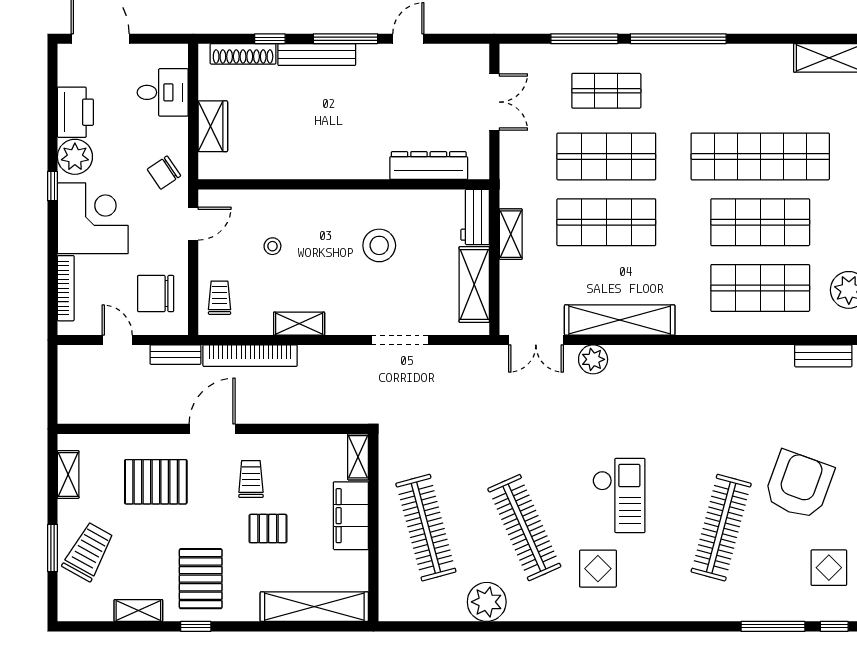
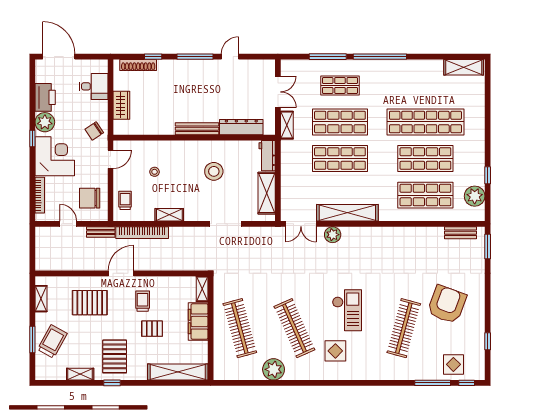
bench: (317, 55) -> (197, 129), moved
shelving: (511, 234) -> (287, 125), moved
display table: (829, 568) -> (453, 364), moved

